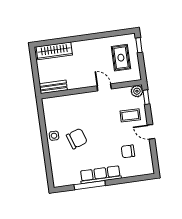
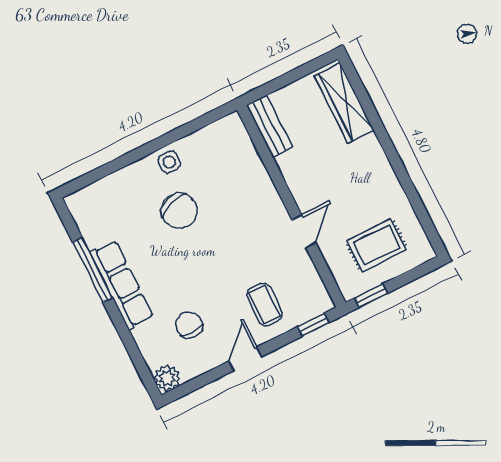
window: (139, 45) -> (371, 296), moved
plant: (137, 91) -> (167, 378), moved

